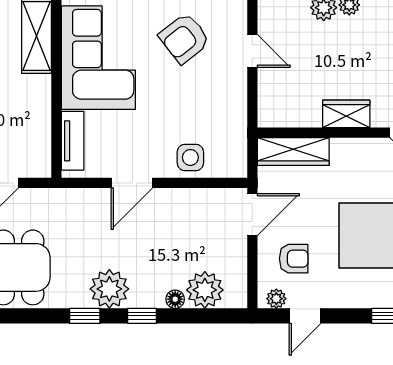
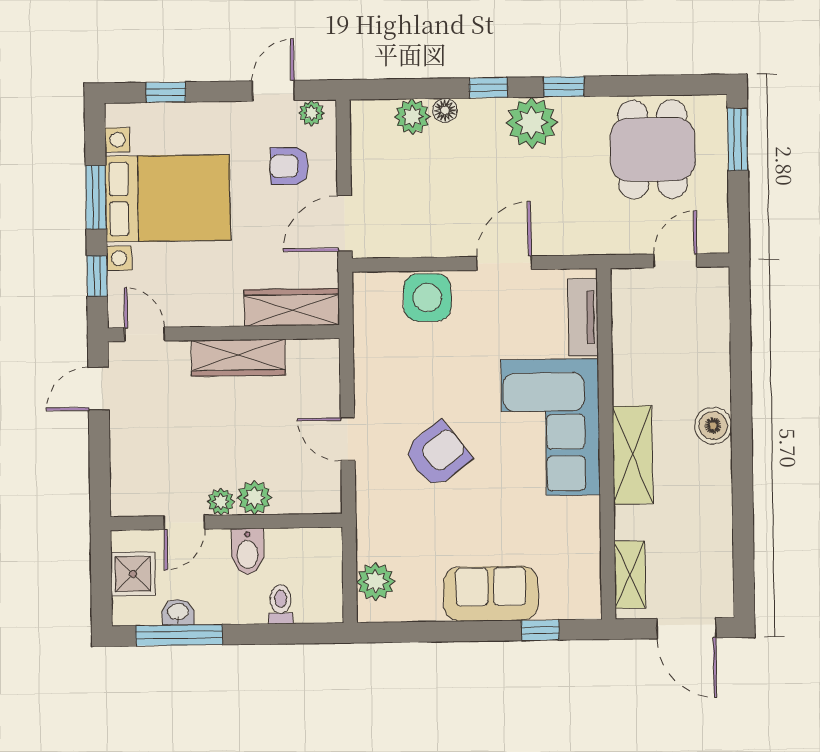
wardrobe: (346, 114) -> (238, 358), width x1.50
side table: (190, 157) -> (427, 298), width x1.37, depth x1.37
plant: (205, 290) -> (412, 117), width x0.73, depth x0.73

